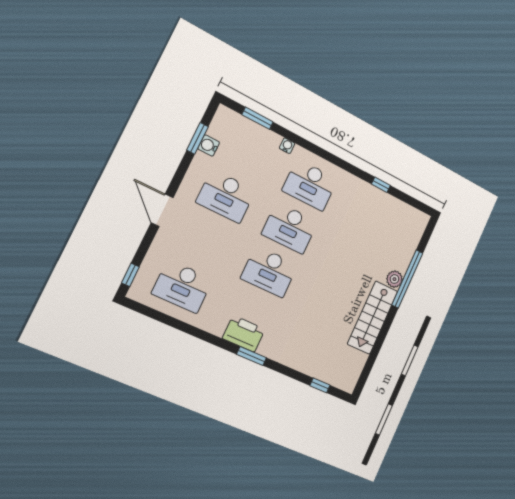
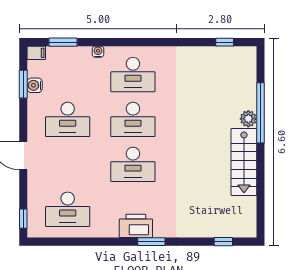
filing cabinet: (226, 114) -> (36, 53), added
window: (381, 185) -> (225, 42), moved

